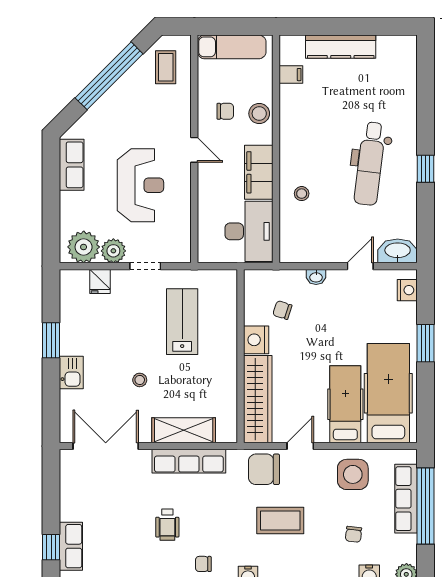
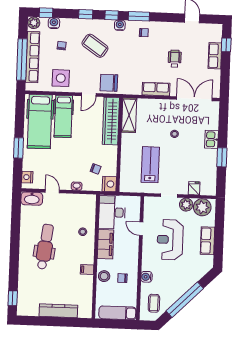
filing cabinet: (291, 75) -> (87, 270), moved
water cooler: (181, 115) -> (146, 277), added
door: (194, 150) -> (141, 229), moved
row of seats: (72, 165) -> (207, 241), moved
window: (426, 169) -> (13, 298), moved
door: (360, 266) -> (52, 191), swing flipped
lab bench: (182, 322) -> (150, 165), turned 180
nightstand: (256, 340) -> (109, 184), moved
shelving: (184, 430) -> (129, 115), moved, turned 90
double door: (106, 446) -> (194, 99), swing flipped
row of seats: (189, 461) -> (156, 89), width x0.68
chair: (264, 469) -> (109, 83), turned 180
row of seats: (406, 499) -> (33, 57), width x1.36
coffee table: (280, 520) -> (95, 46), moved, turned 34
wheelchair: (167, 525) -> (175, 59), moved
row of seats: (71, 546) -> (215, 56), moved

